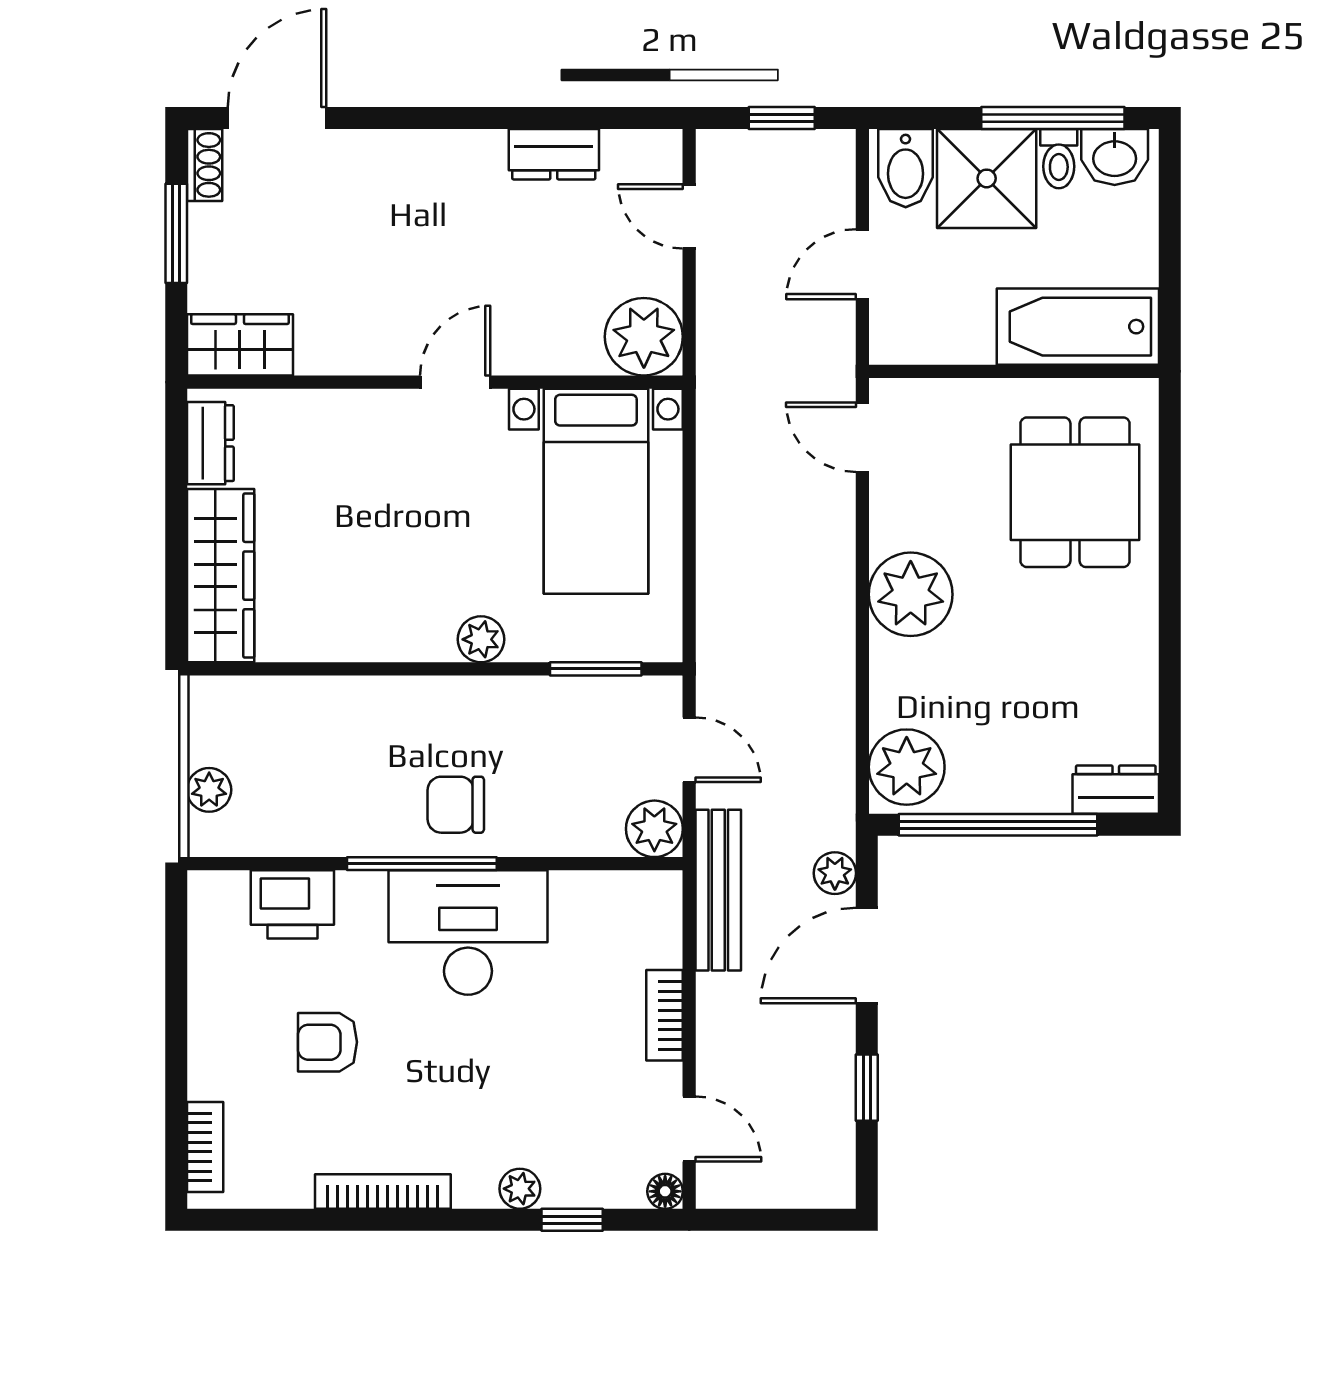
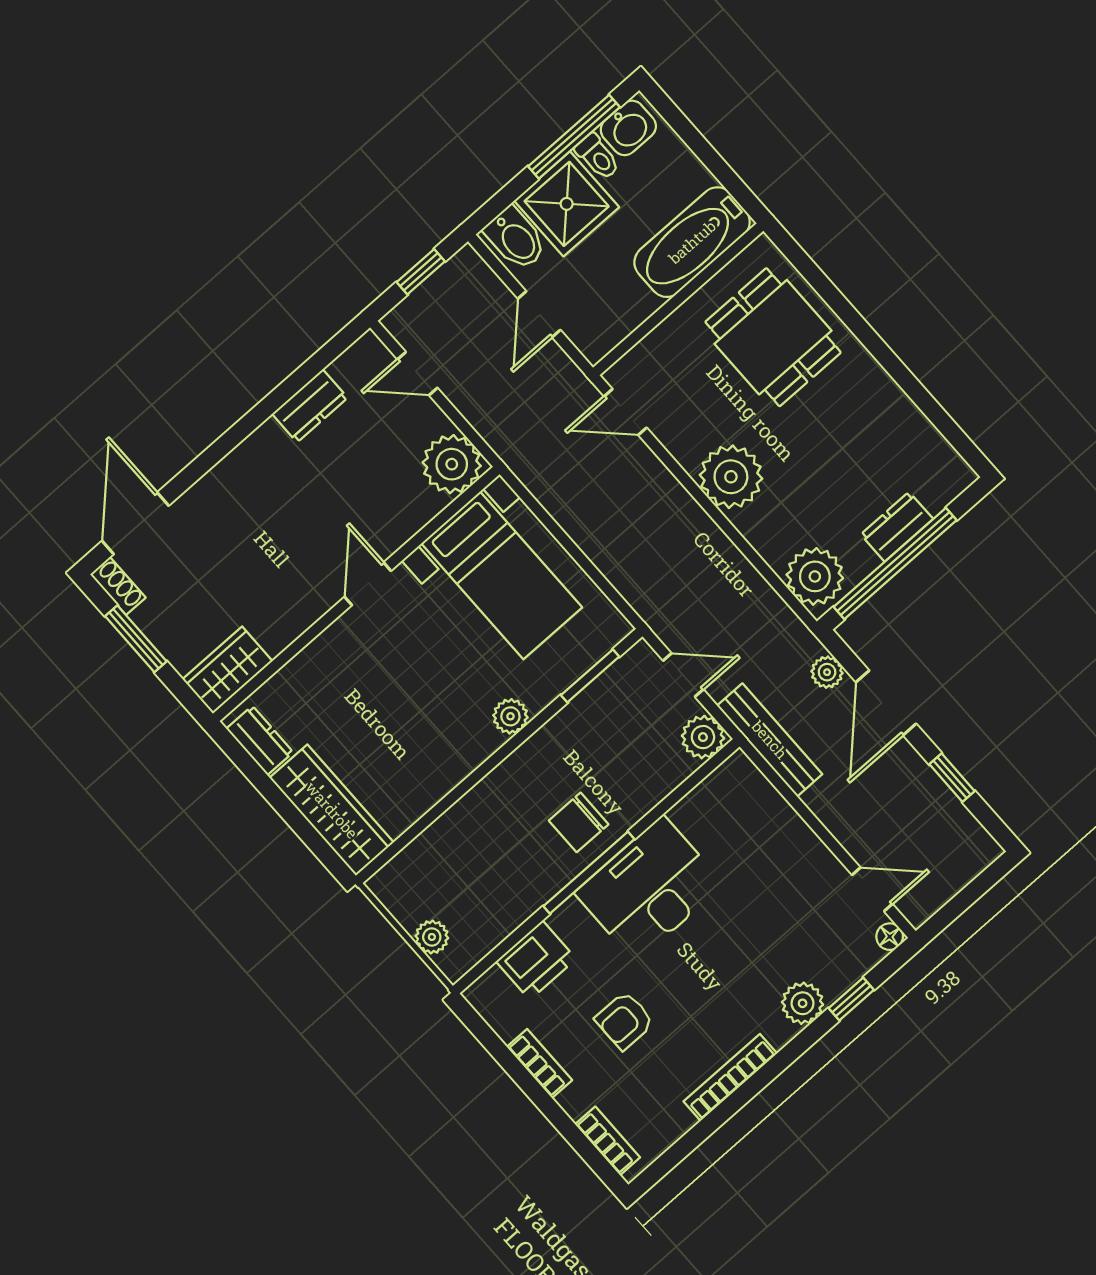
dresser: (1116, 790) -> (897, 527), moved
bookcase: (665, 1015) -> (539, 1063), moved, turned 180
plant: (520, 1189) -> (803, 1003), width x1.38, depth x1.38

